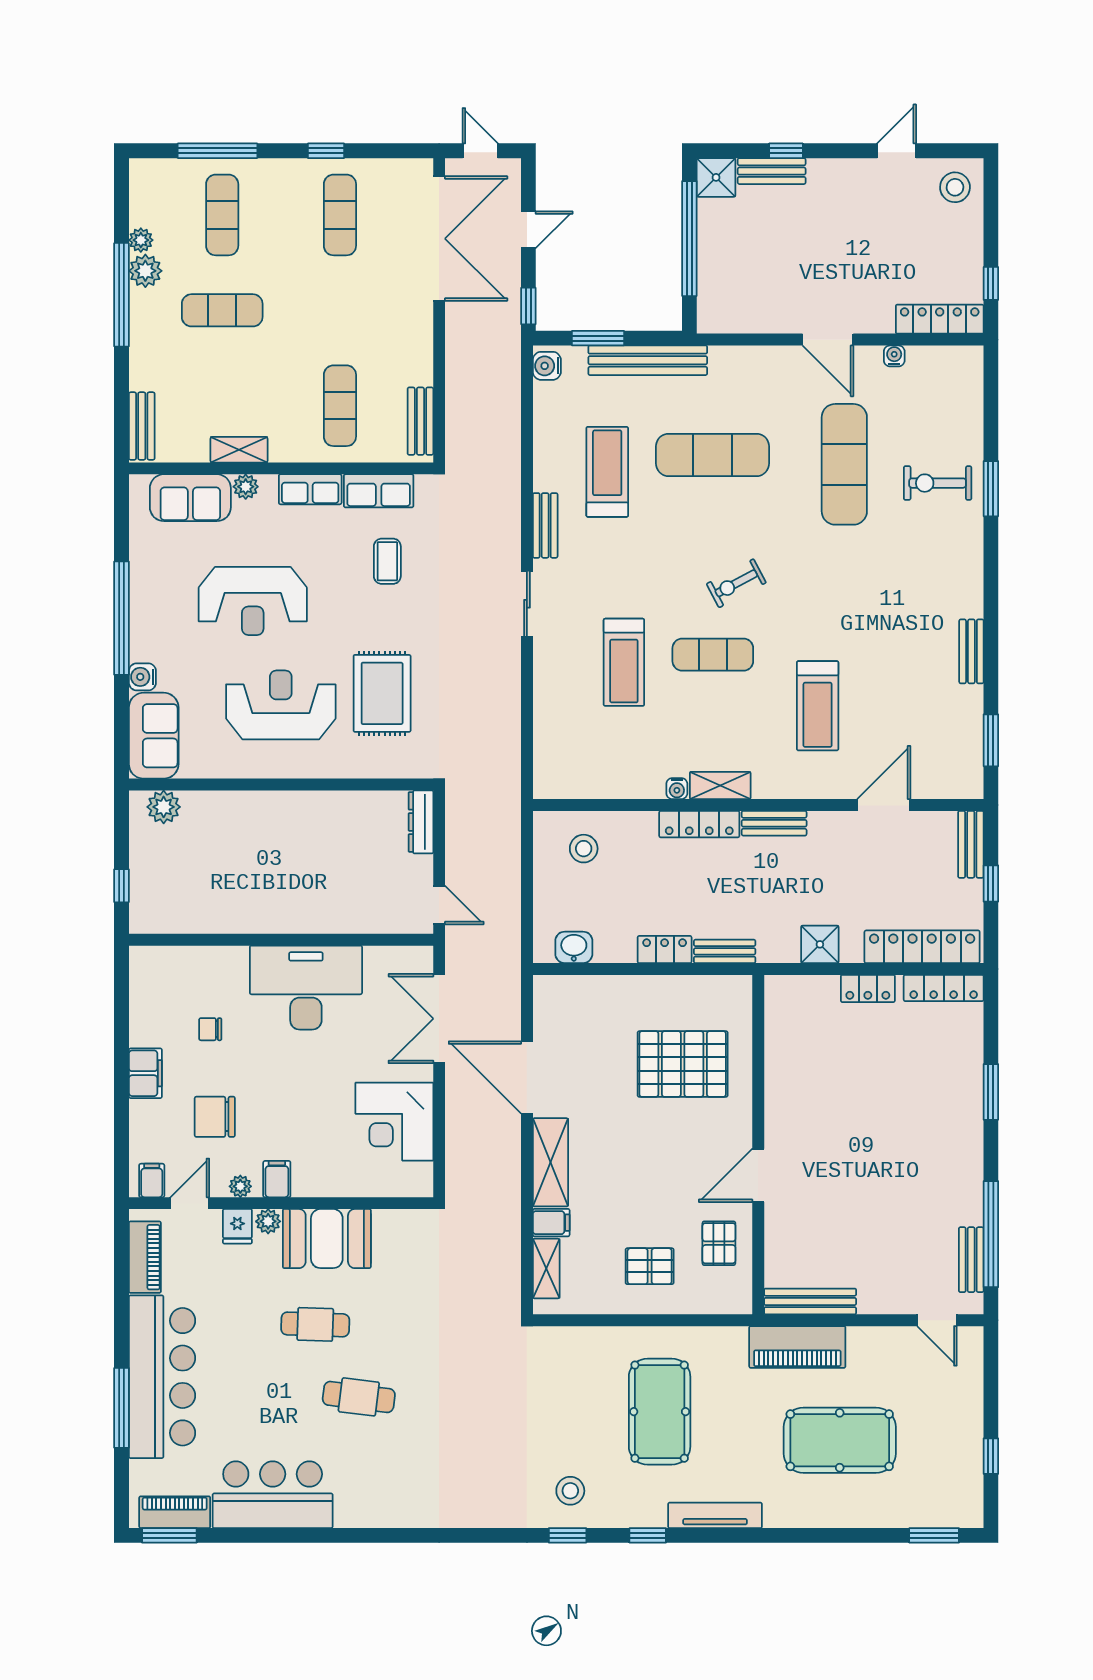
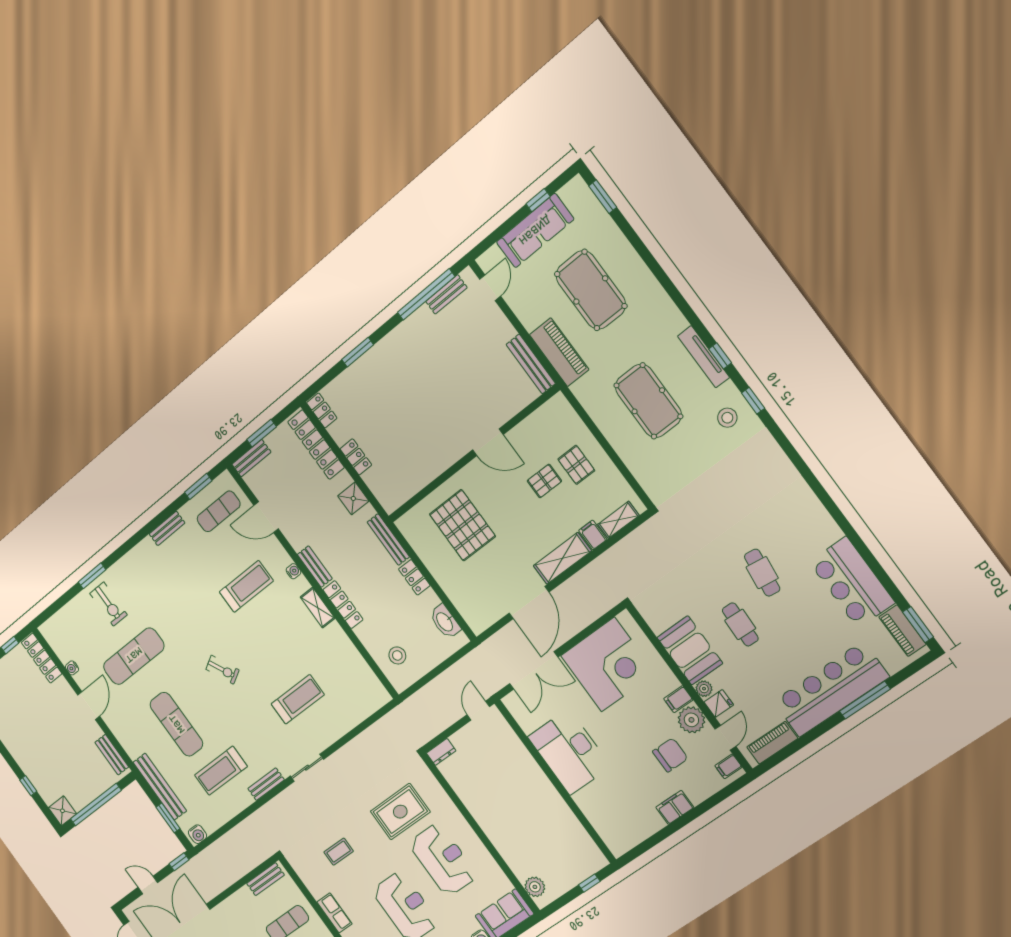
bench: (772, 171) -> (112, 755), moved
row of seats: (379, 491) -> (311, 878), removed
exercise mat: (713, 655) -> (219, 511), moved, turned 90
reception desk: (281, 705) -> (443, 860), turned 180
water cooler: (677, 789) -> (293, 571), moved
dresser: (421, 822) -> (441, 752), width x0.70
window: (991, 883) -> (261, 433), width x1.50
washbasin: (574, 947) -> (445, 622), width x1.38
bench: (725, 951) -> (388, 539), width x1.36
locker: (944, 988) -> (322, 410), width x0.66
chair: (210, 1029) -> (627, 788), removed
chair: (215, 1117) -> (670, 755), turned -90
corner desk: (394, 1122) -> (608, 665), width x1.36, depth x1.36
plant: (240, 1186) -> (691, 720), width x1.88, depth x1.88
door: (190, 1203) -> (725, 738), swing flipped
pallet: (719, 1243) -> (544, 481), moved
pool table: (660, 1412) -> (648, 401), turned 90
sofa: (959, 1426) -> (535, 231), added
tv unit: (715, 1515) -> (703, 357), moved

